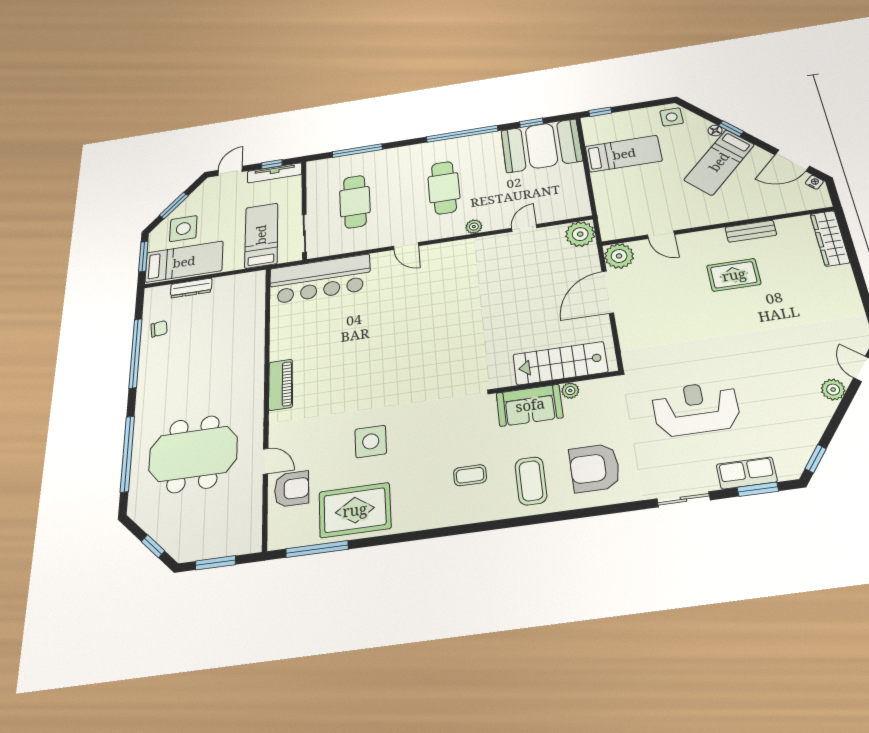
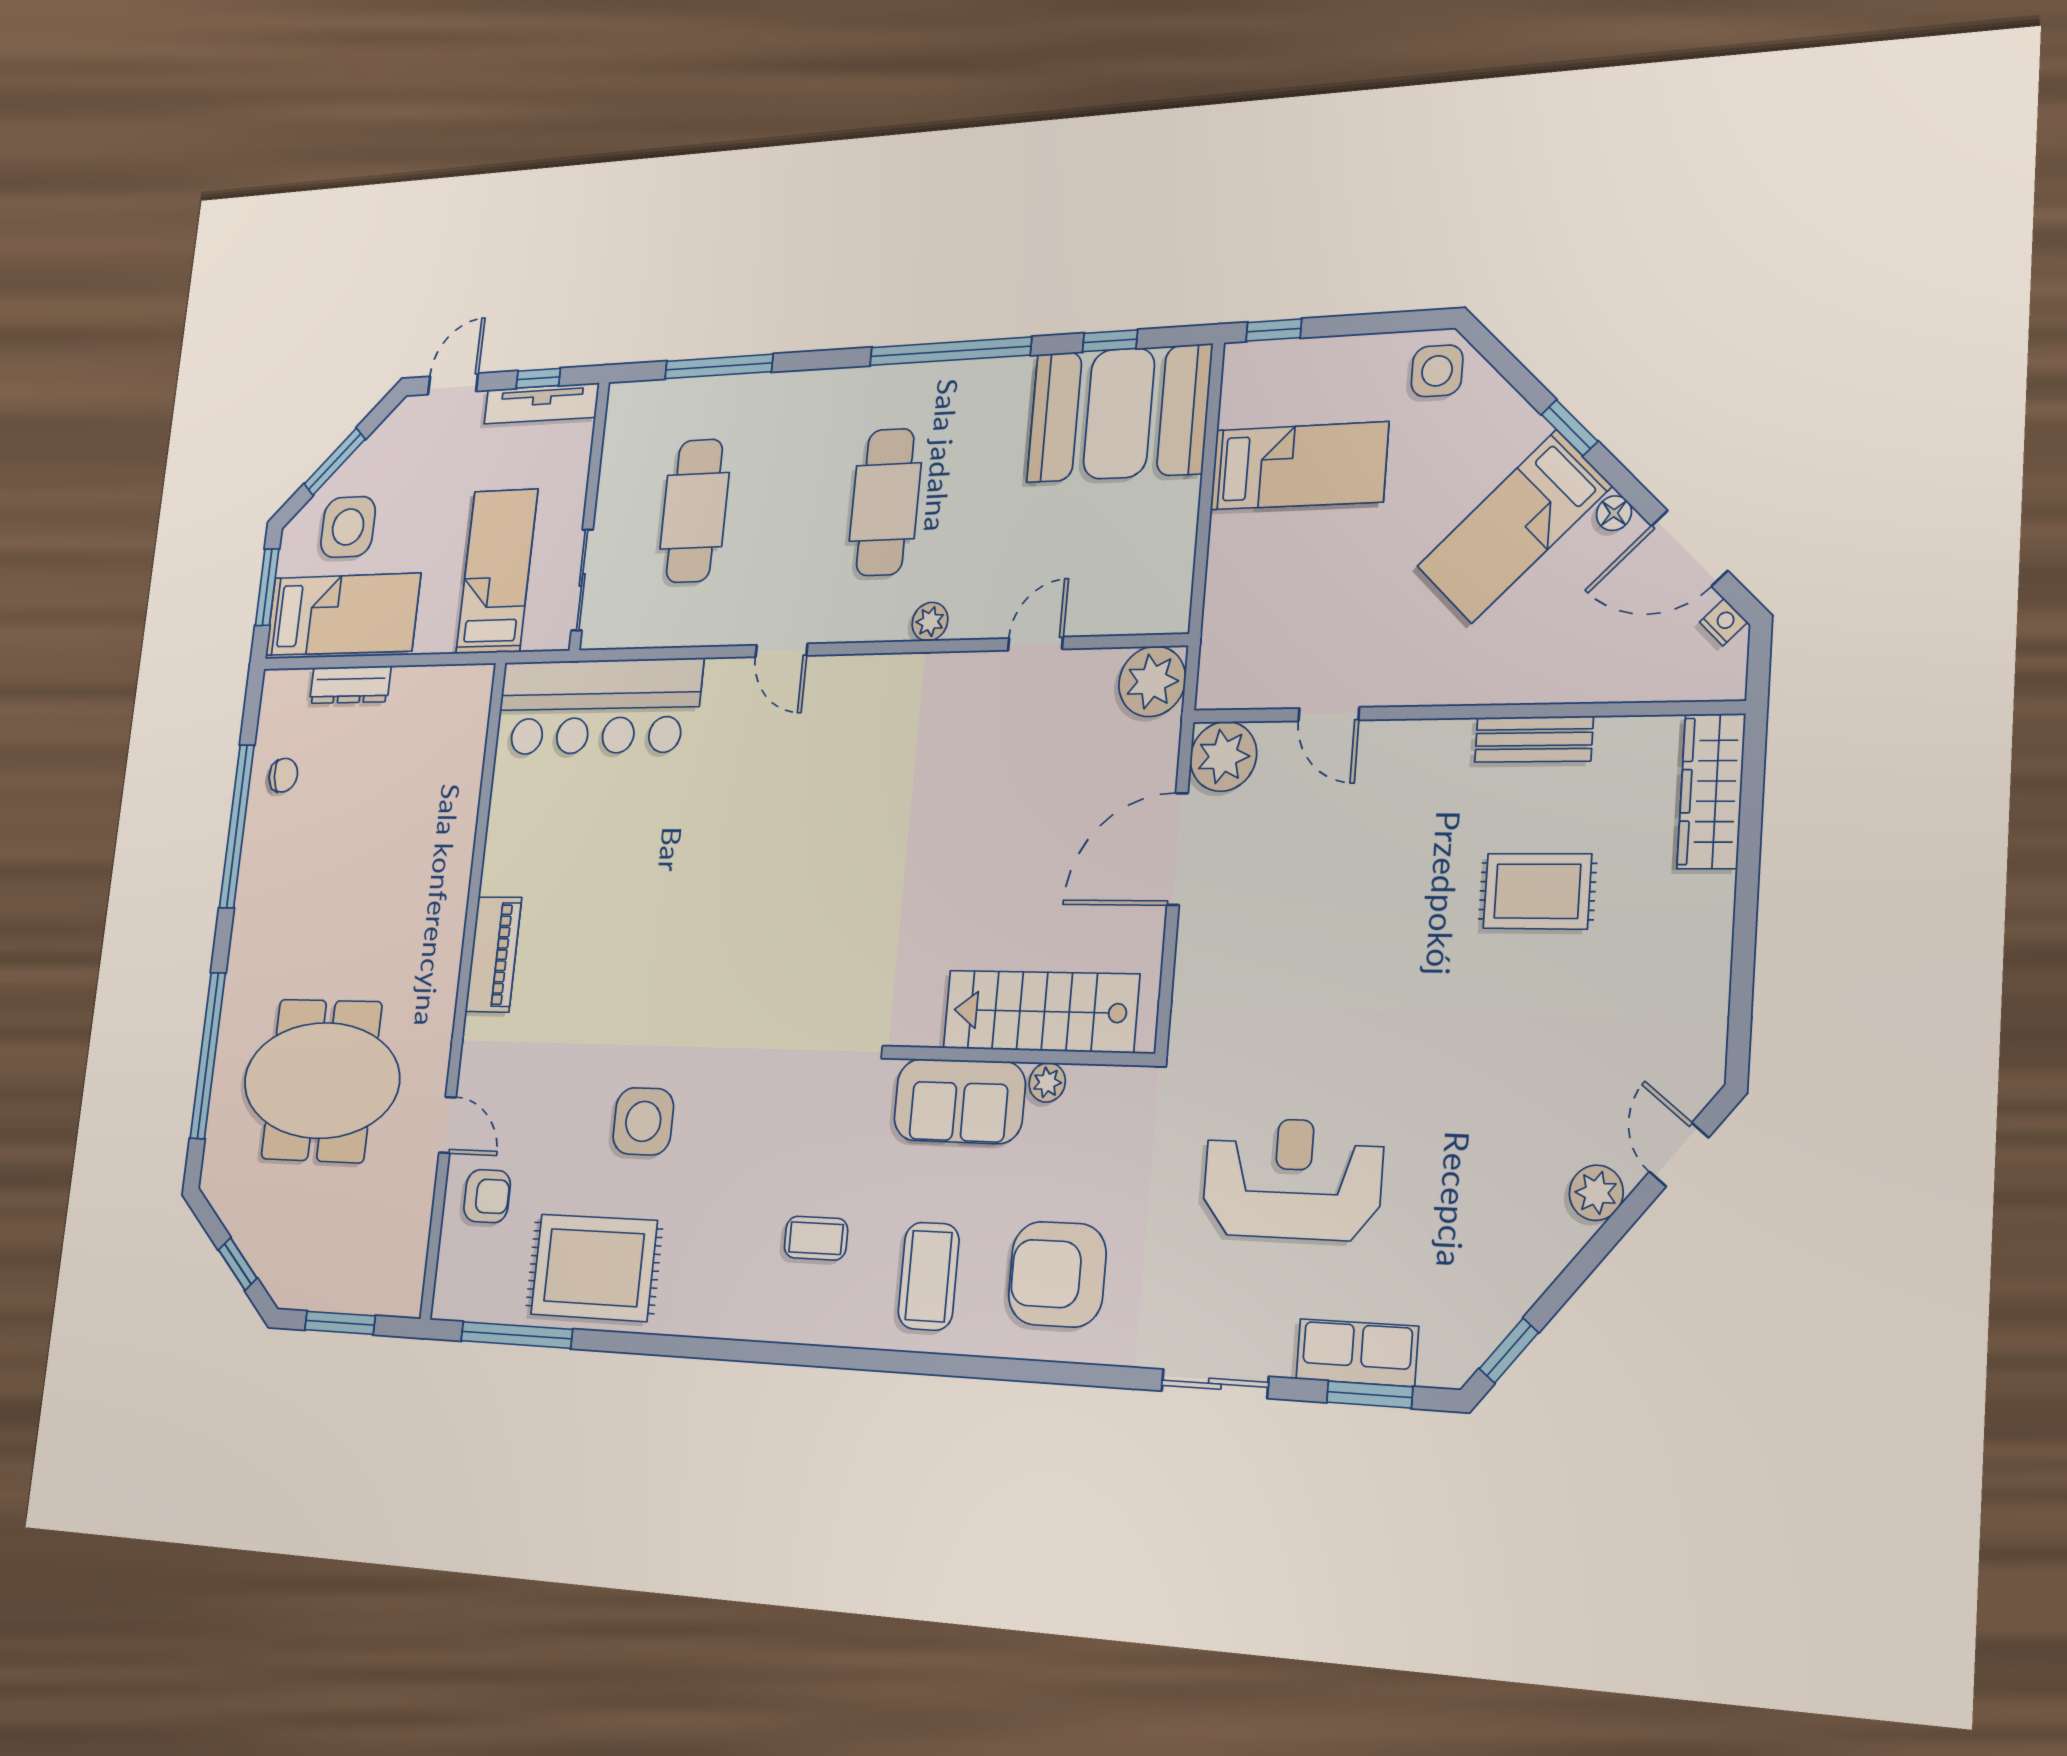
floor lamp: (715, 131) -> (1614, 513), moved
rug: (734, 275) -> (1537, 891), moved
armchair: (292, 489) -> (487, 1196), width x0.72, depth x0.72

